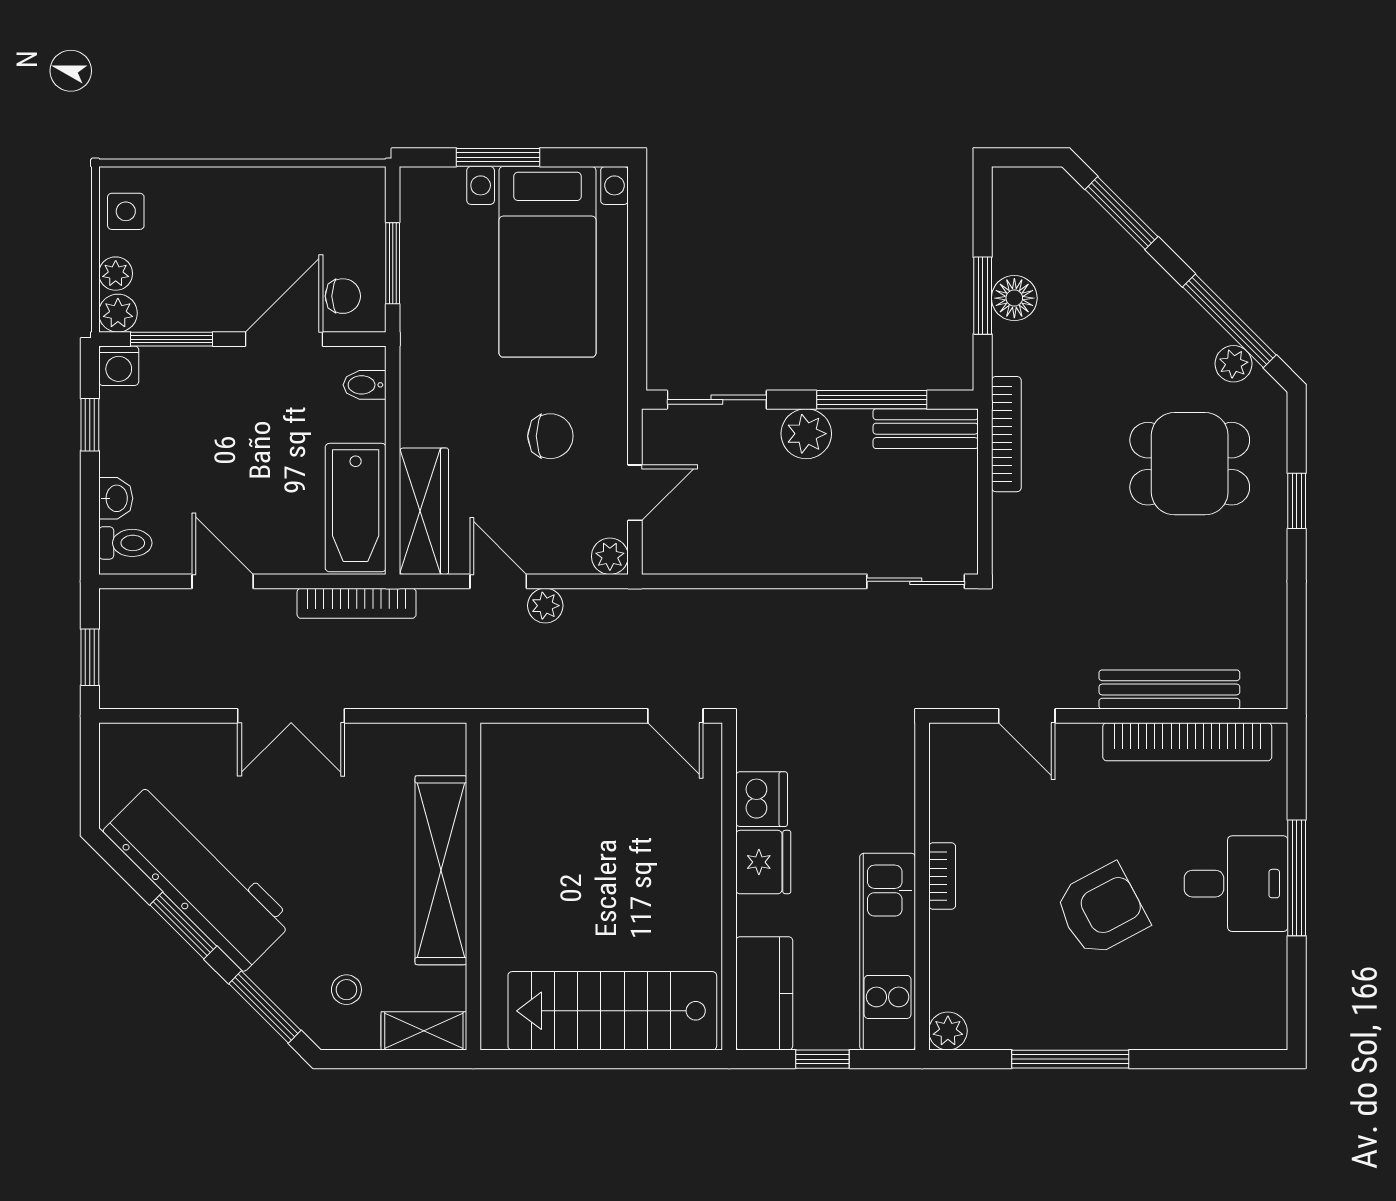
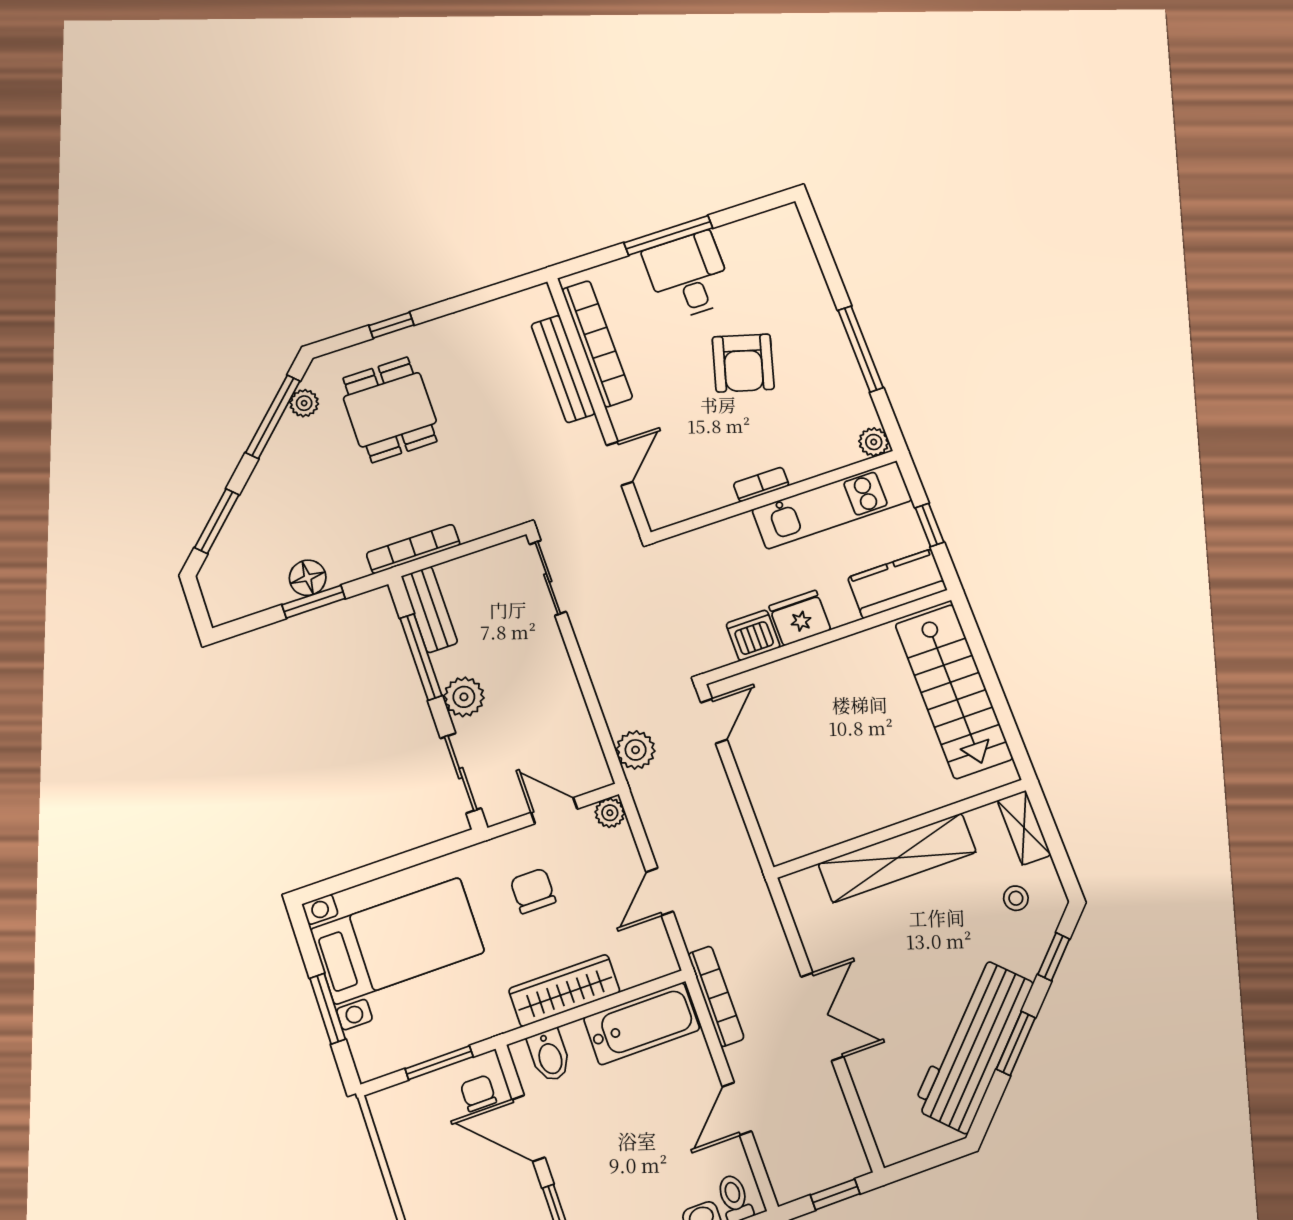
bidet: (365, 385) -> (549, 1055), width x1.38, depth x1.36
wardrobe: (424, 511) -> (564, 991), moved
plant: (545, 606) -> (636, 750), moved, width x1.38, depth x1.38
armchair: (1102, 910) -> (743, 363), turned -136
window: (265, 1007) -> (1054, 957), width x0.67

